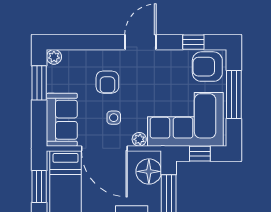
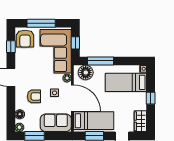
floor lamp: (77, 58) -> (20, 114), added
door: (104, 148) -> (72, 98), hinge flipped

